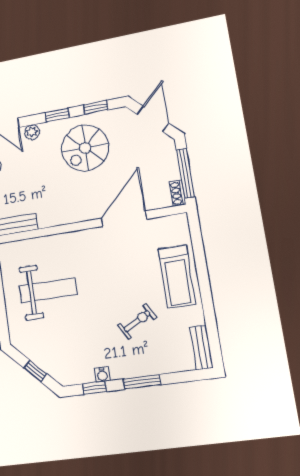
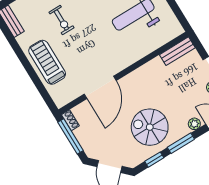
window: (57, 115) -> (181, 143), width x1.50
spiral stairs: (85, 148) -> (150, 127), turned -90
exercise bike: (137, 321) -> (61, 20), turned -61

